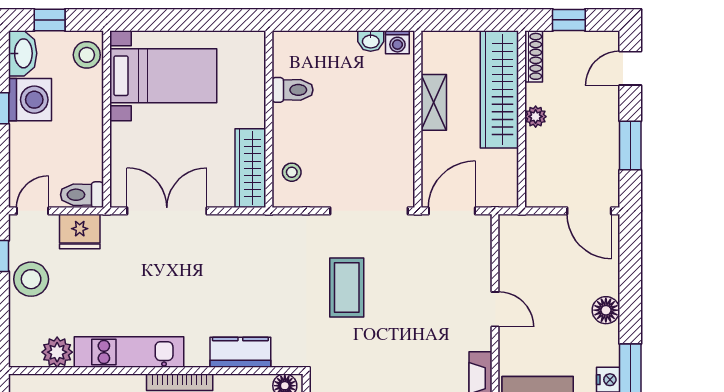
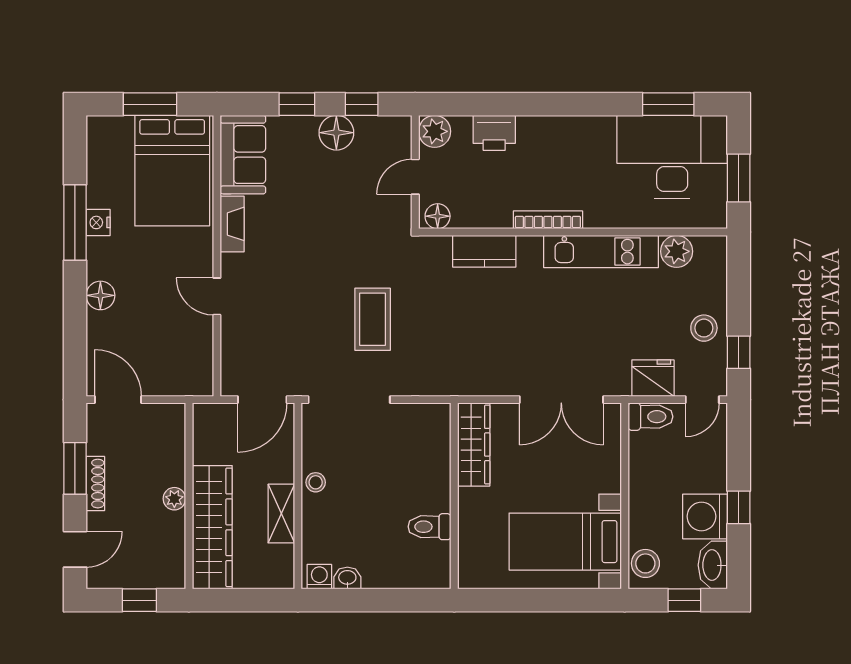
shoe rack: (534, 56) -> (95, 484), moved, turned 180
stool: (292, 172) -> (316, 482), moved
stool: (31, 279) -> (704, 328), width x0.73, depth x0.73

